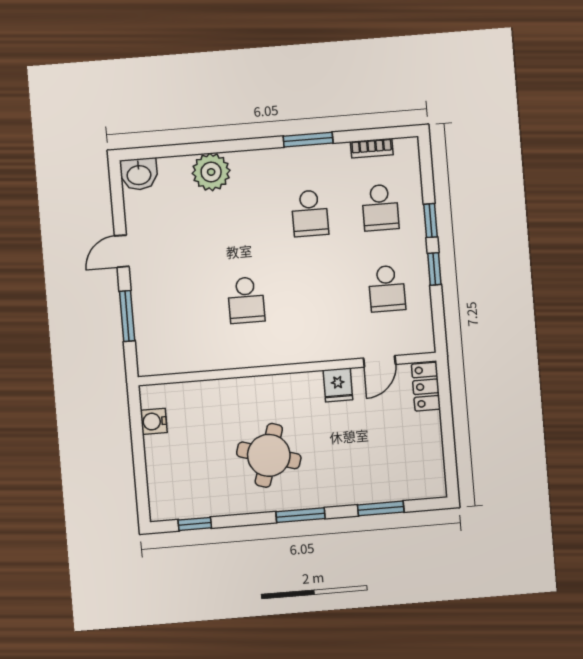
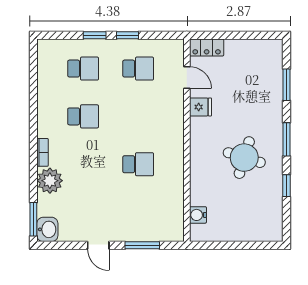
window: (308, 140) -> (33, 219), moved
bookcase: (372, 148) -> (43, 152), moved
water cooler: (154, 421) -> (198, 215), moved, turned 90
window: (195, 524) -> (286, 186), moved

